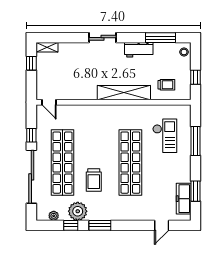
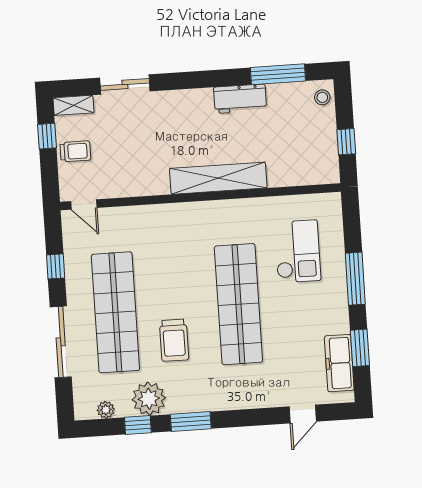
sliding door: (102, 38) -> (125, 84), moved
trolley: (166, 85) -> (75, 151), moved
window: (196, 141) -> (355, 279), moved
sliding door: (31, 177) -> (61, 342), width x0.73

